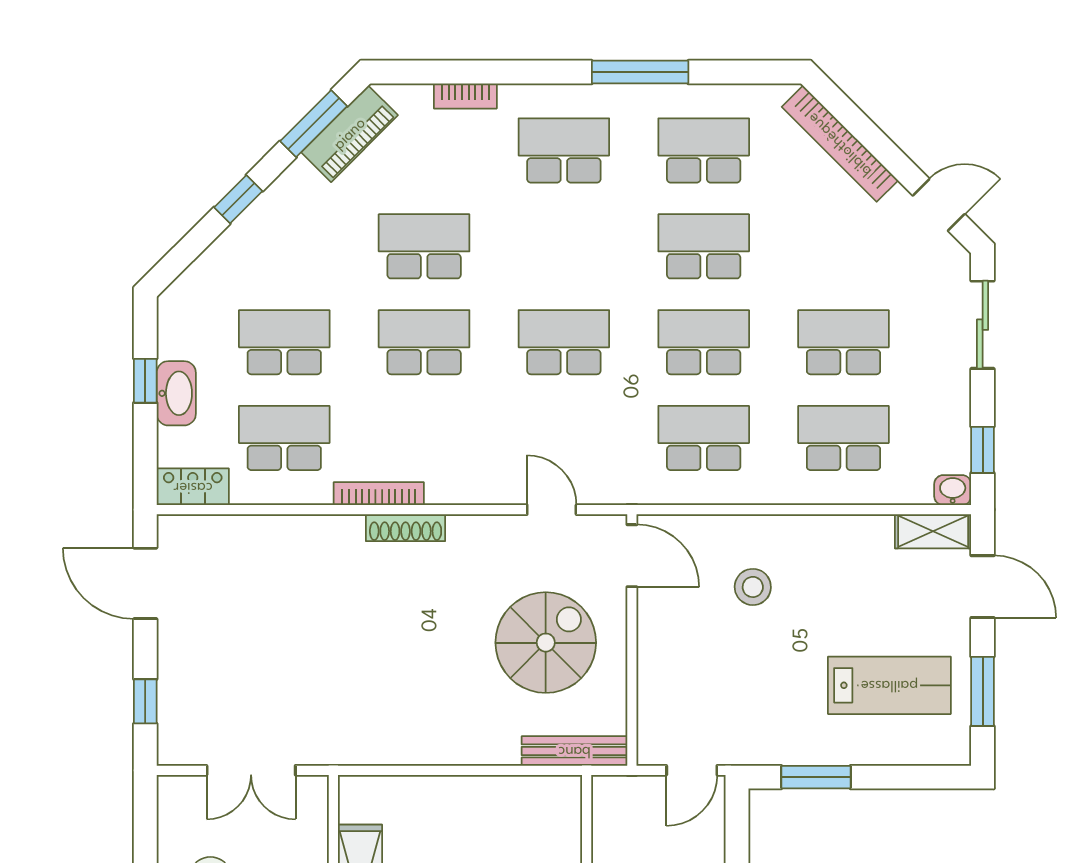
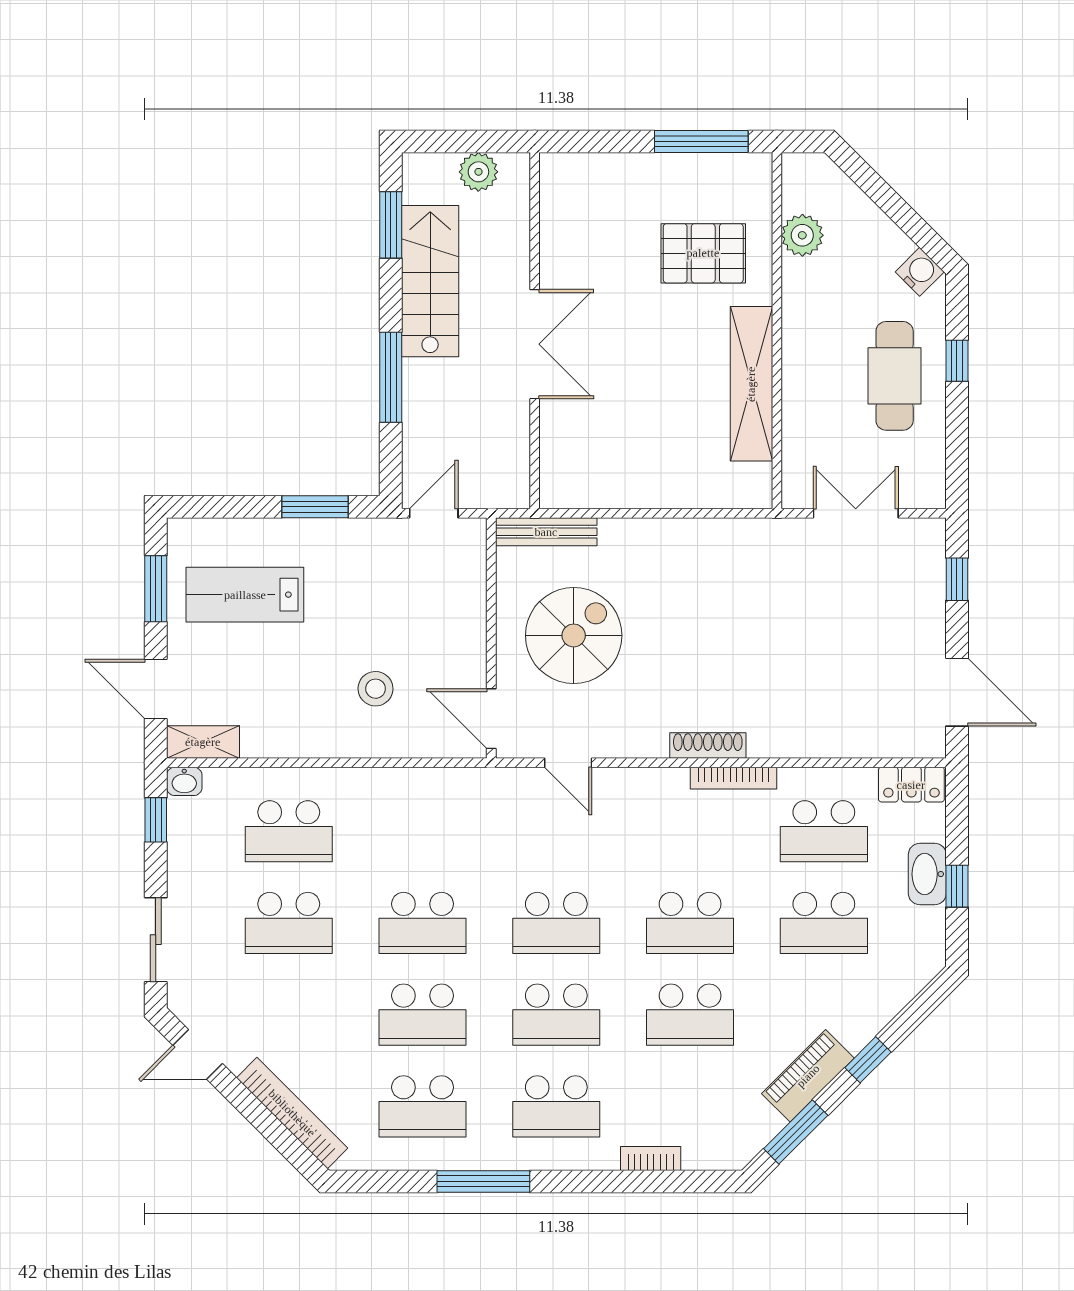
piano: (350, 134) -> (808, 1076), moved
school desk: (704, 438) -> (556, 1015), moved
spiral stairs: (546, 643) -> (574, 635), turned 180

